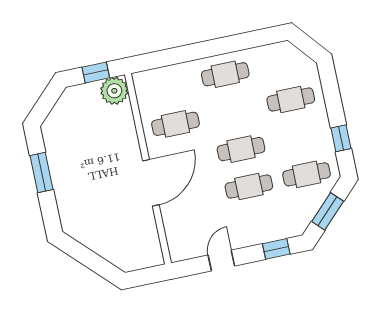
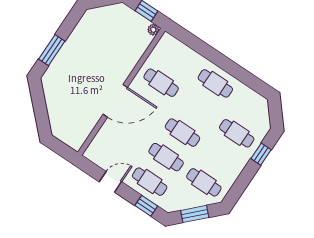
plant: (114, 91) -> (153, 30), width x0.53, depth x0.53
window: (341, 138) -> (261, 154), moved
window: (41, 172) -> (52, 50), moved
cafe table: (257, 224) -> (150, 182), added

